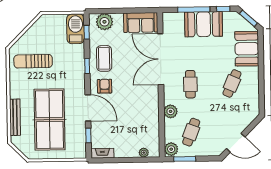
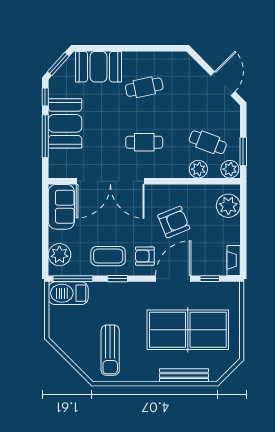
window: (87, 32) -> (73, 279), width x2.17
cafe table: (232, 83) -> (144, 87), turned -36
armchair: (131, 108) -> (174, 222), added
plant: (171, 111) -> (198, 169), moved
plant: (144, 153) -> (228, 206), width x1.87, depth x1.87

